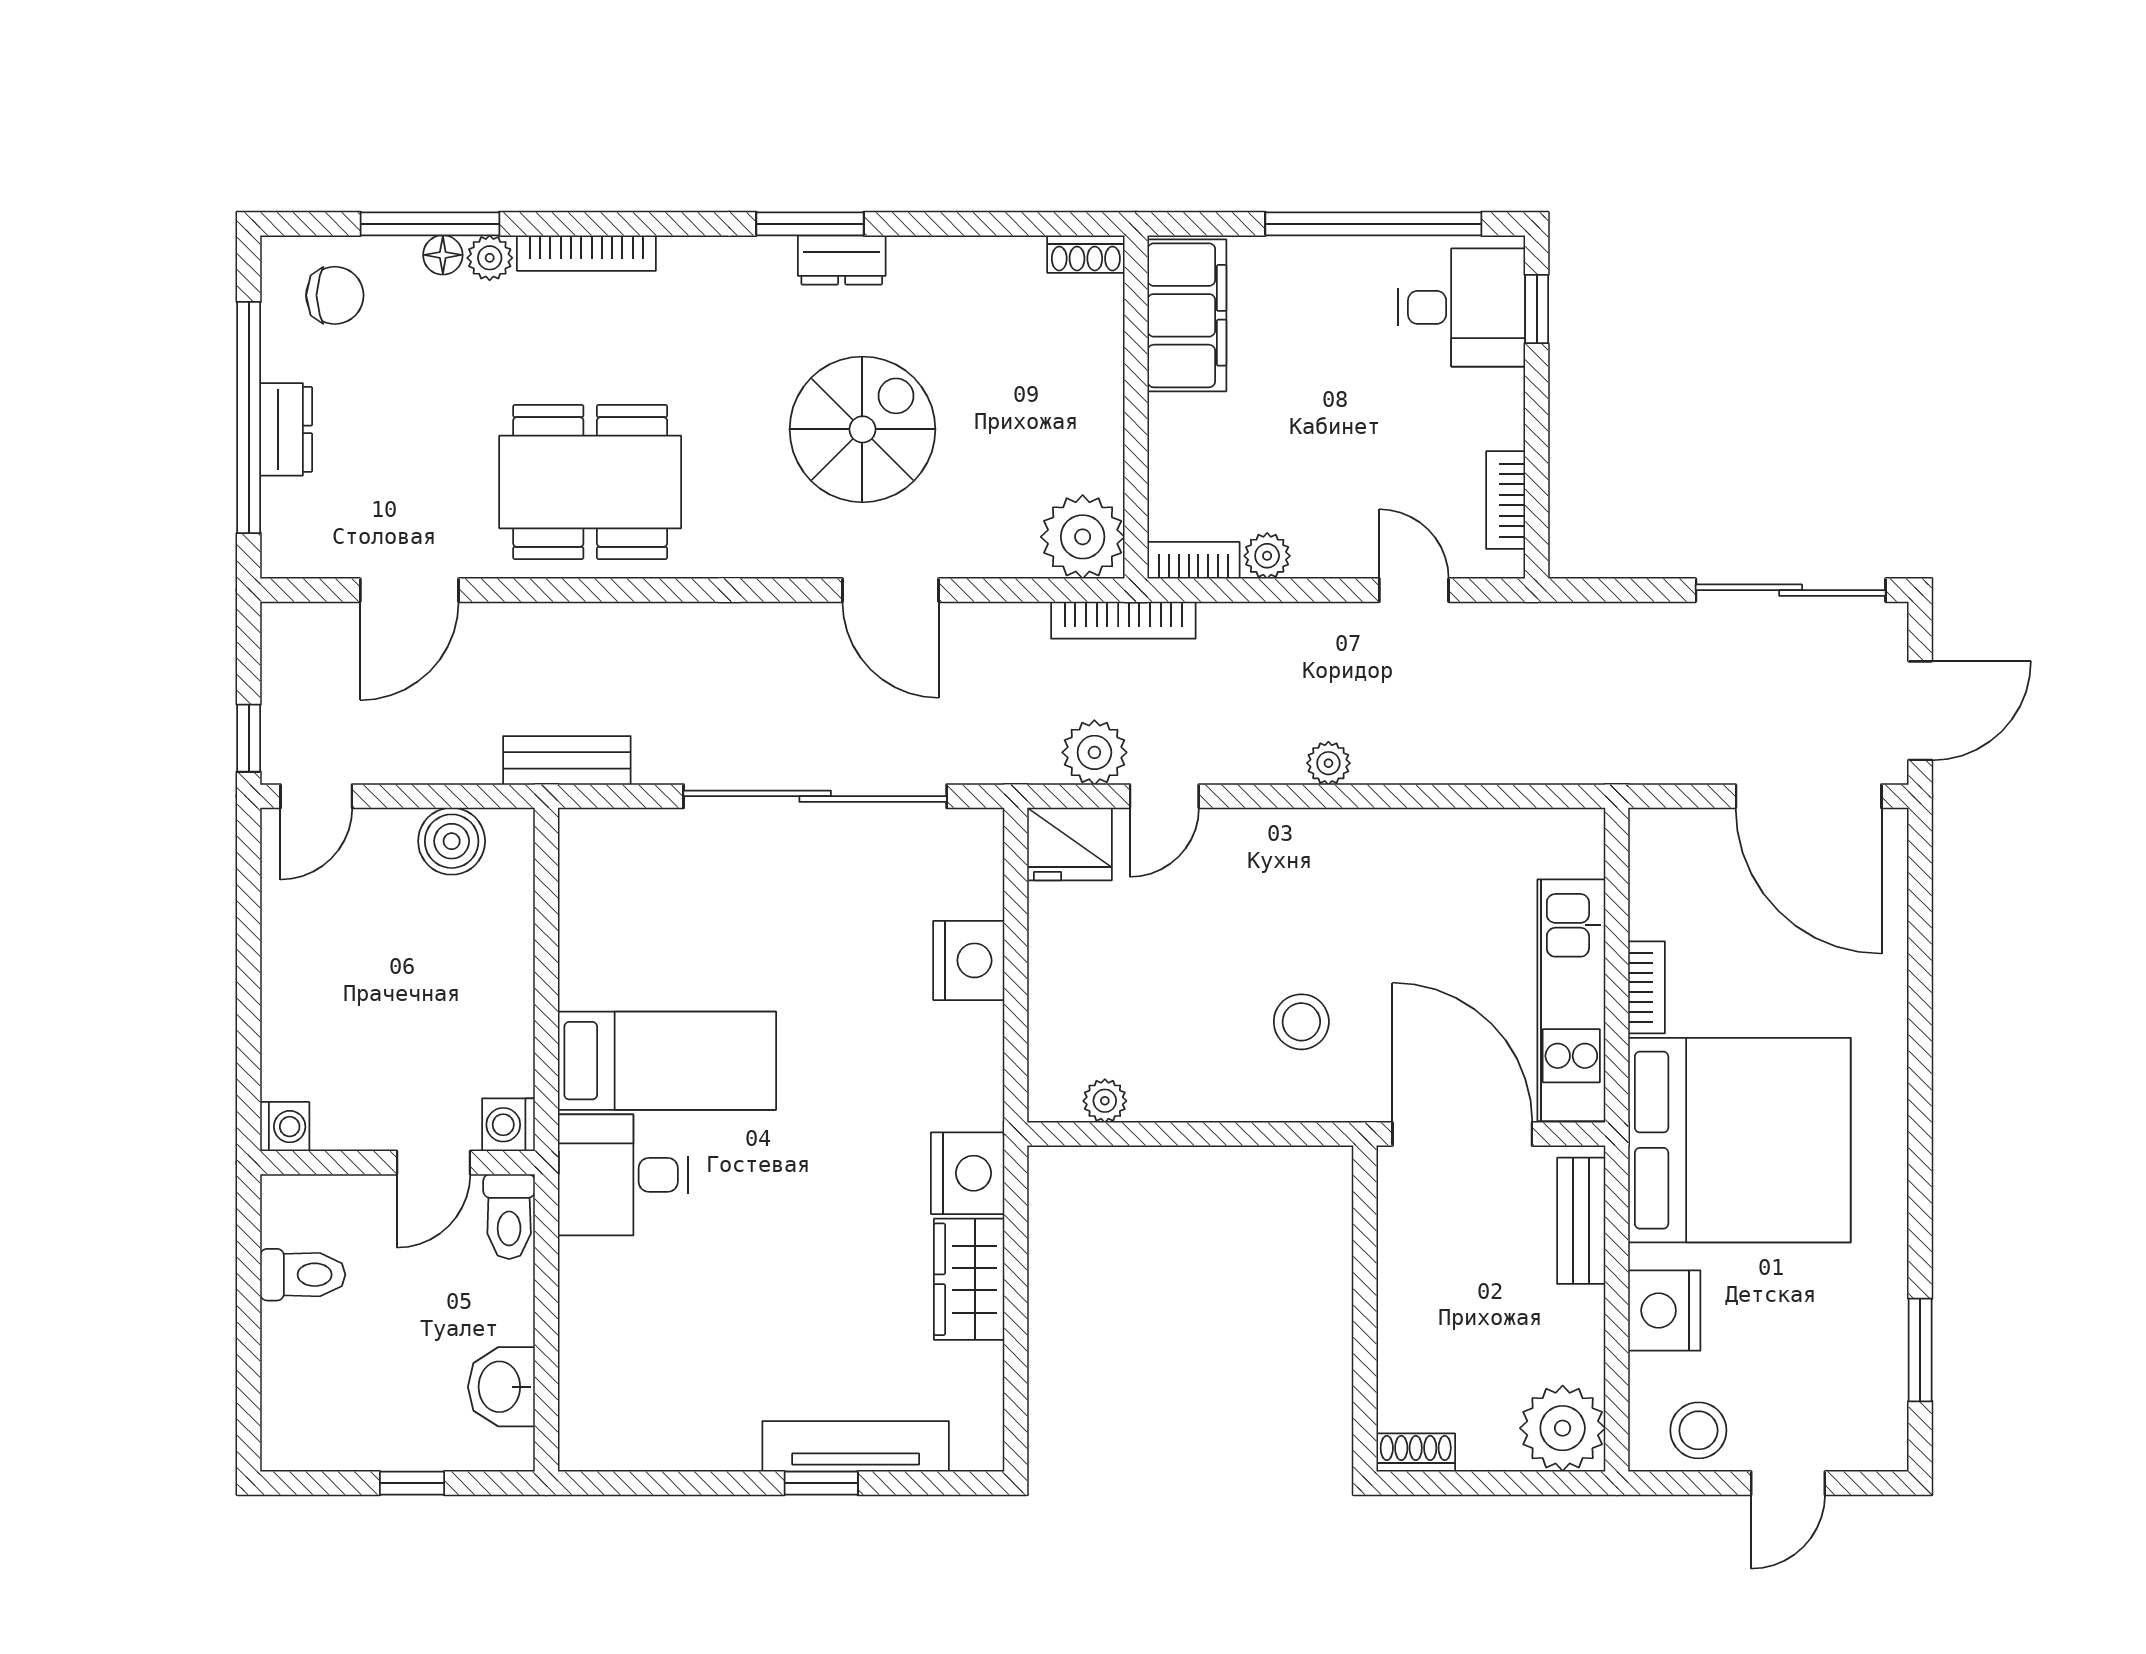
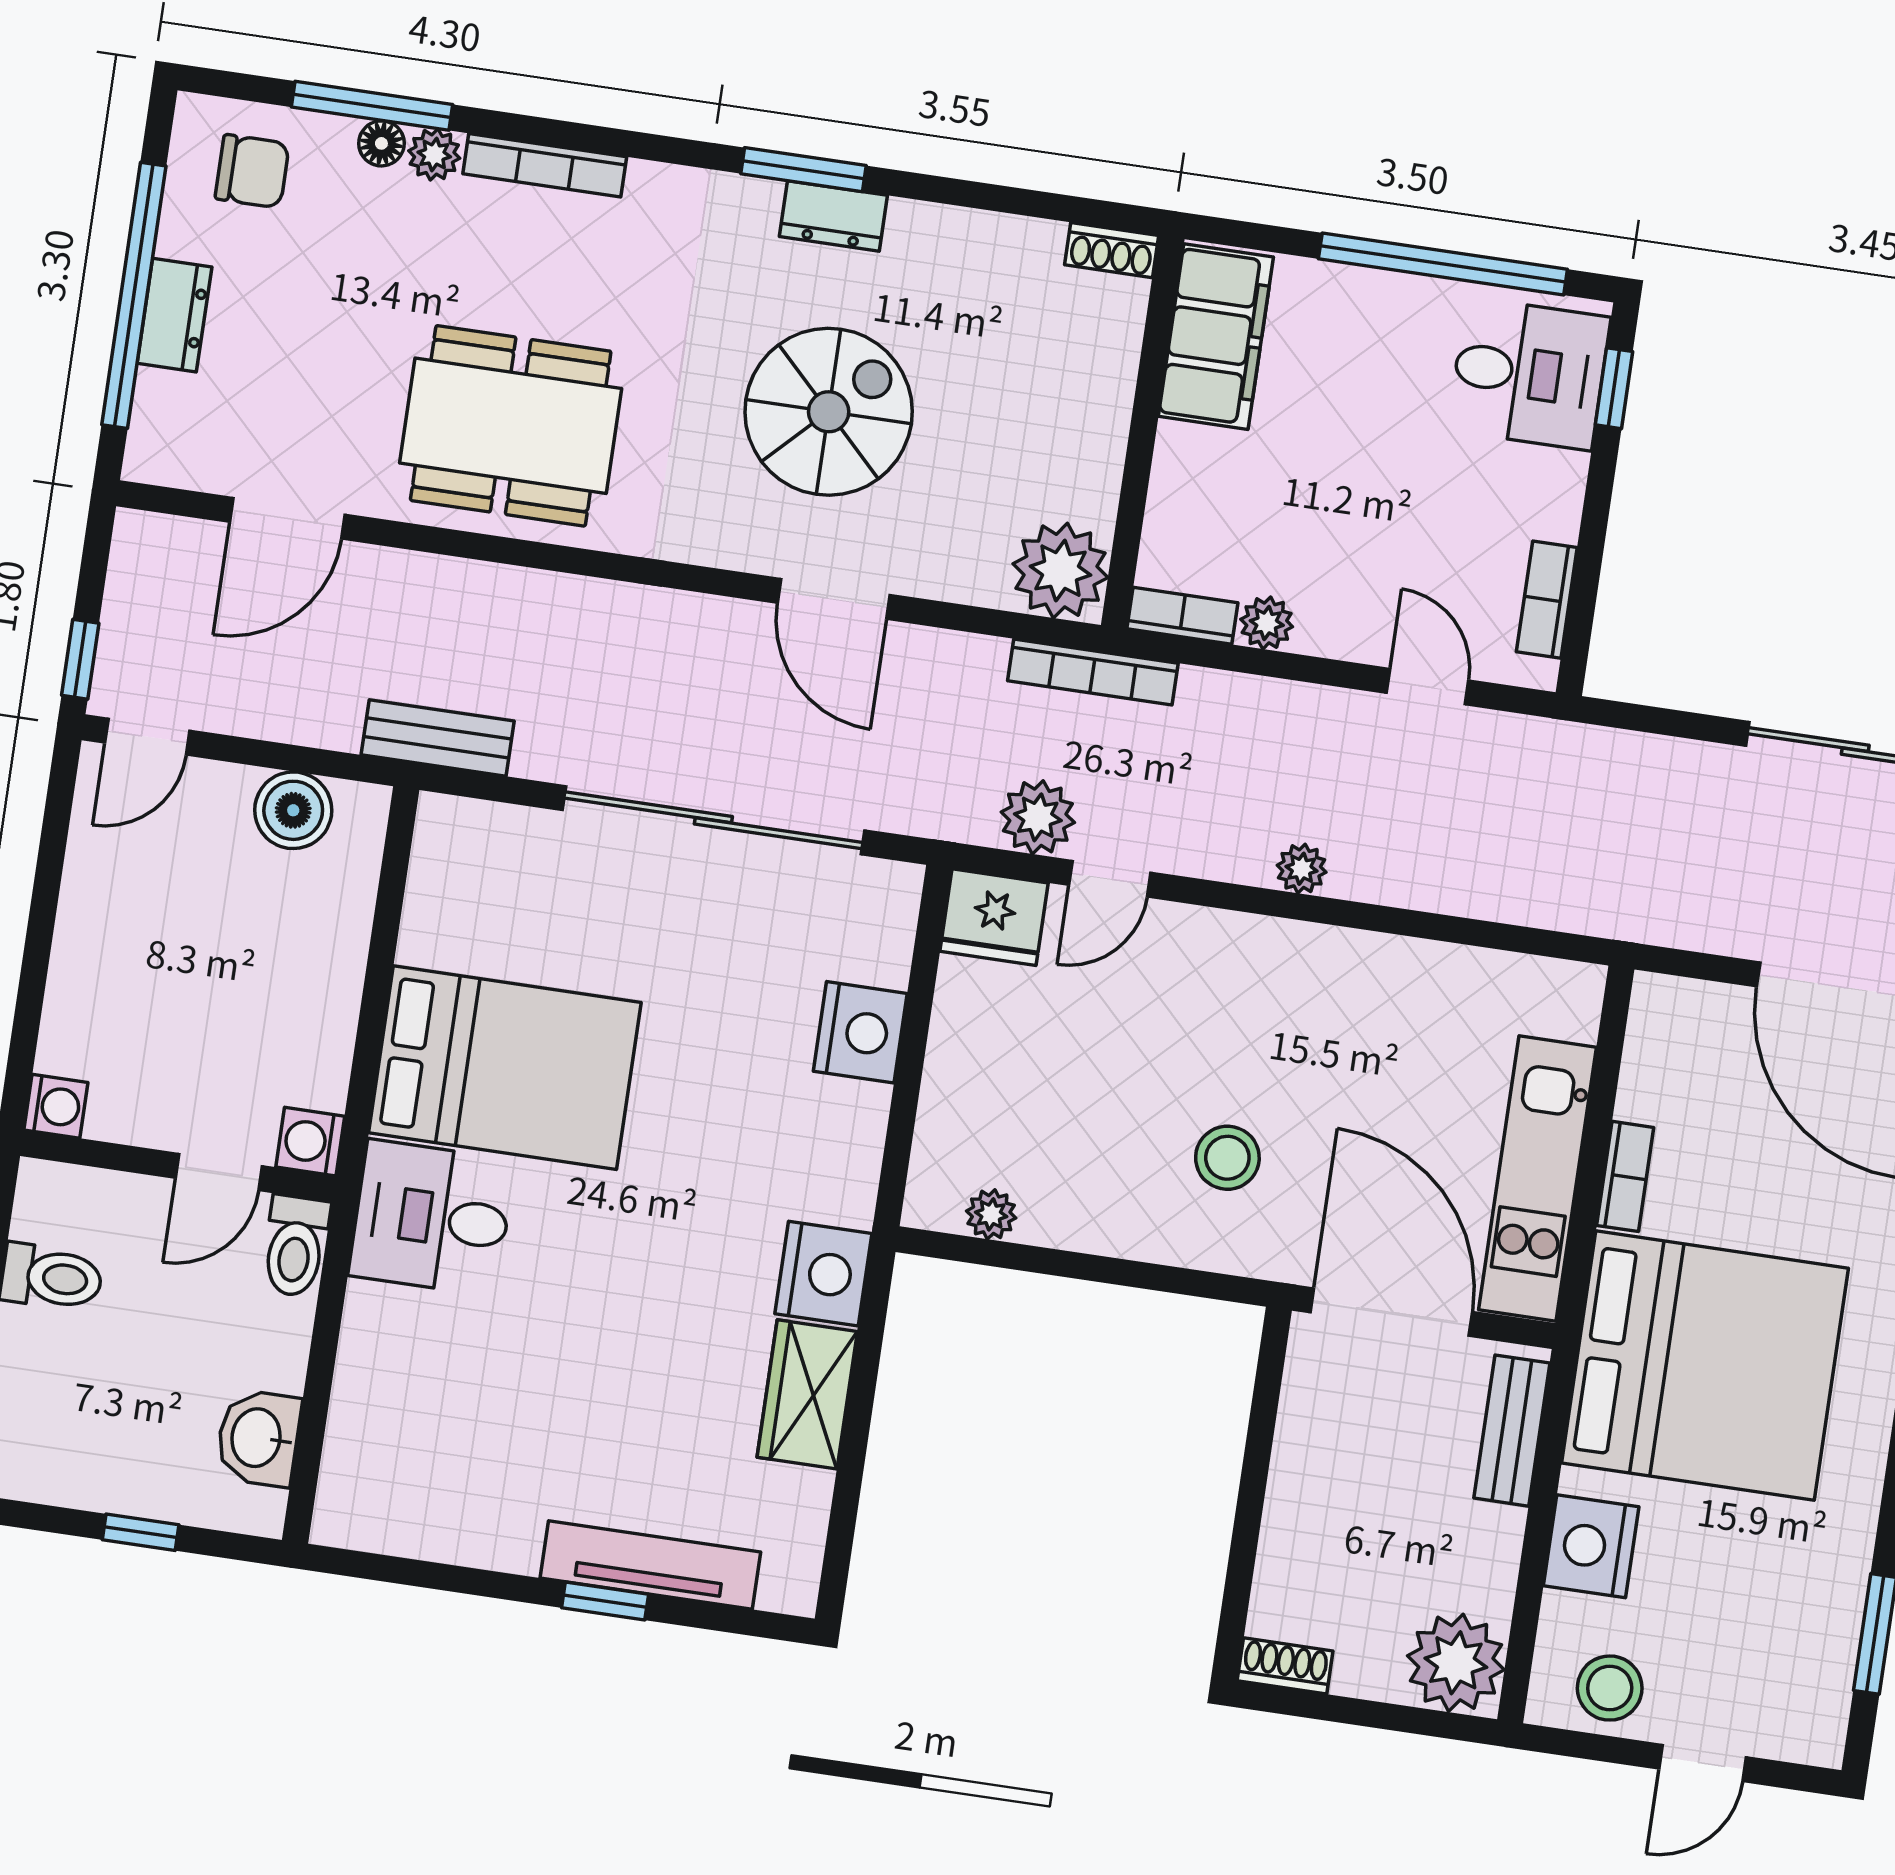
bed: (667, 1061) -> (505, 1068), width x1.50

